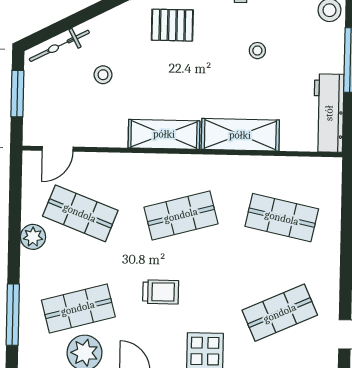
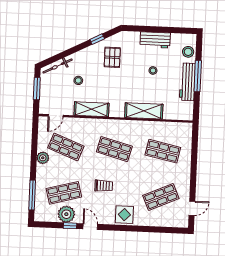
pallet: (172, 25) -> (112, 57), turned 90
workbench: (329, 113) -> (187, 82), moved
shelving: (164, 134) -> (92, 109), moved
shop shelf: (181, 215) -> (114, 149), turned 30

